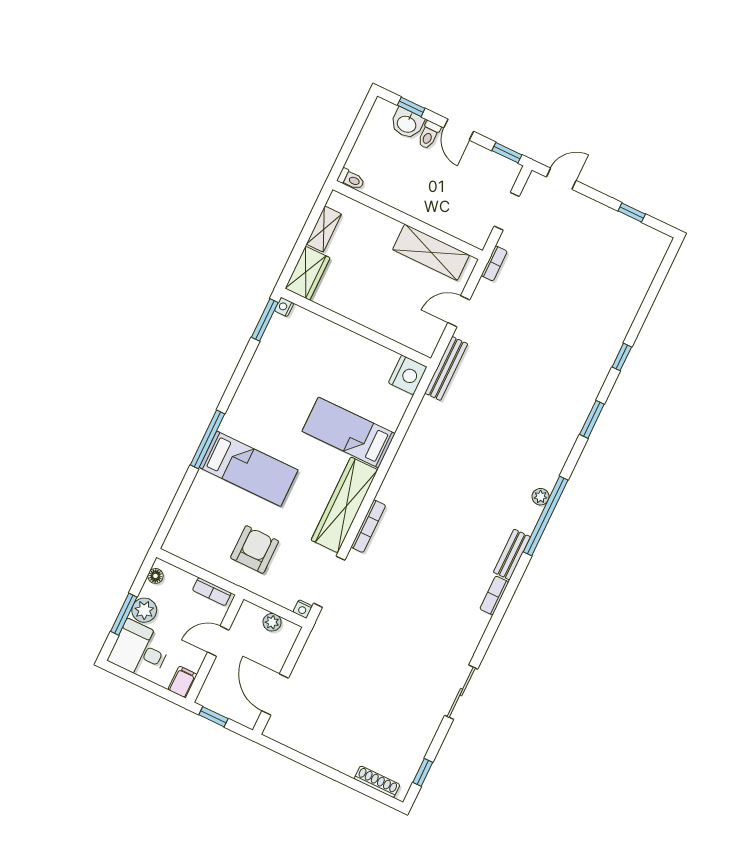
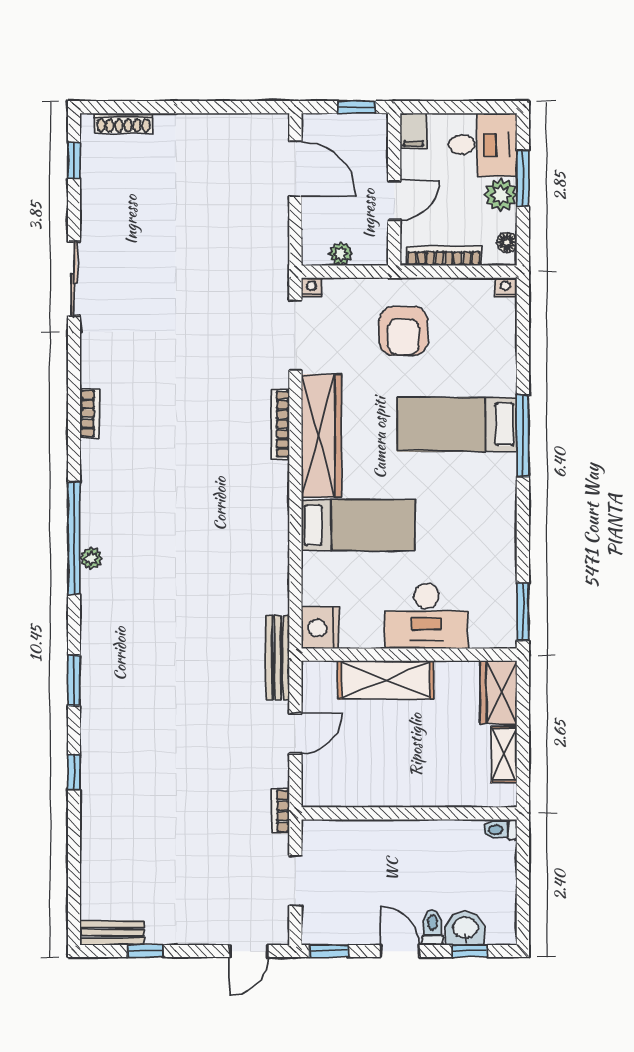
shelving: (431, 252) -> (386, 680), moved
nightstand: (284, 307) -> (505, 287), moved, turned -90
desk: (332, 348) -> (426, 616), added
bench: (512, 555) -> (112, 933), moved, turned 90
bookcase: (212, 592) -> (444, 256), width x1.56

